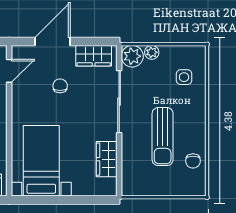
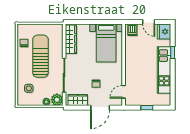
sun lounger: (163, 137) -> (40, 56), width x1.36, depth x1.34
wardrobe: (107, 159) -> (71, 39), width x1.50

